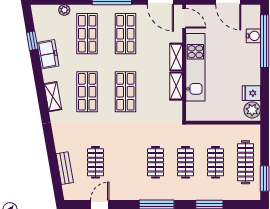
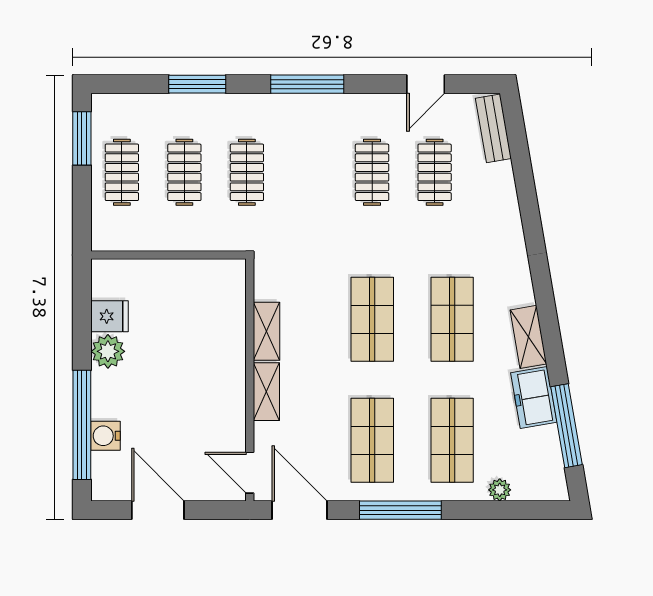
window: (32, 41) -> (566, 426), width x2.17
kitchen unit: (195, 67) -> (226, 370), removed
shelving: (53, 97) -> (528, 337), moved
plant: (252, 110) -> (108, 351), moved
clothes rail: (156, 162) -> (372, 172), moved
clothes rail: (246, 162) -> (122, 172), width x0.73
bench: (65, 168) -> (493, 128), moved

